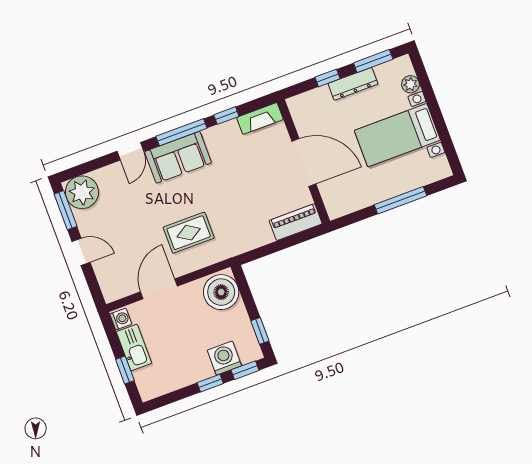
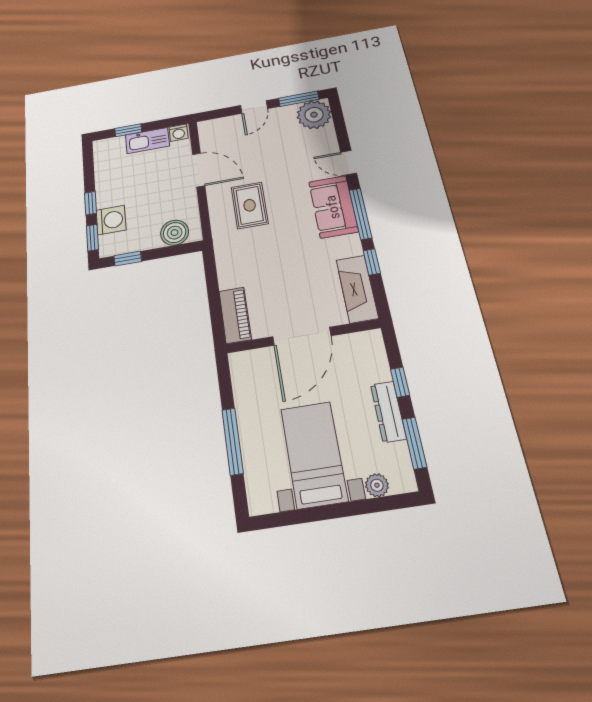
fireplace: (260, 118) -> (357, 289), width x1.37, depth x1.32
boiler: (221, 292) -> (175, 233), width x0.73, depth x0.73

